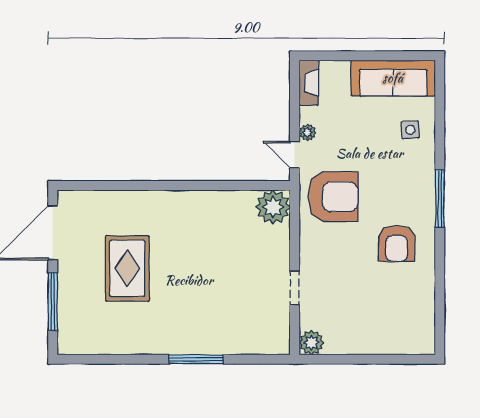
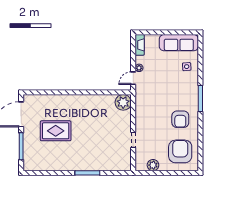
door: (295, 155) -> (133, 78), hinge flipped
armchair: (333, 197) -> (180, 151), moved, turned -90
rug: (127, 268) -> (56, 131), turned 90
plant: (311, 343) -> (153, 165), moved

